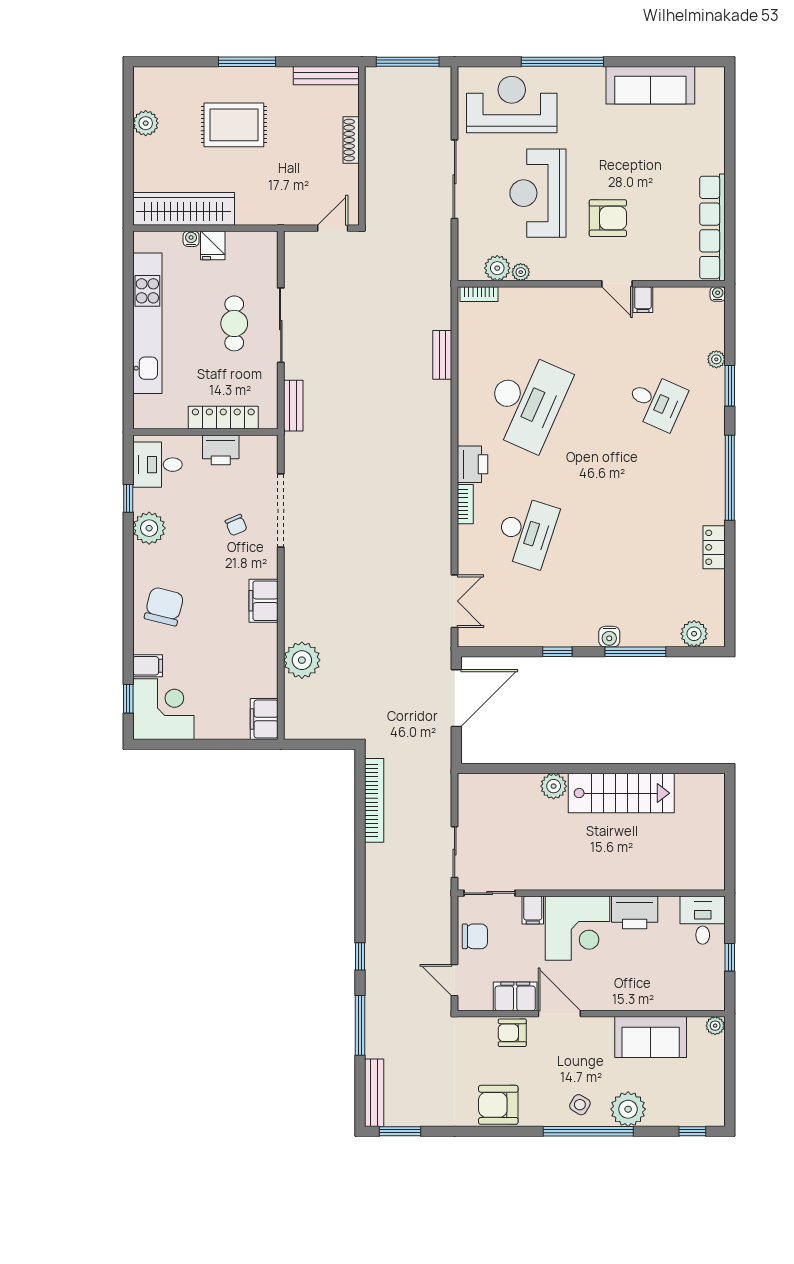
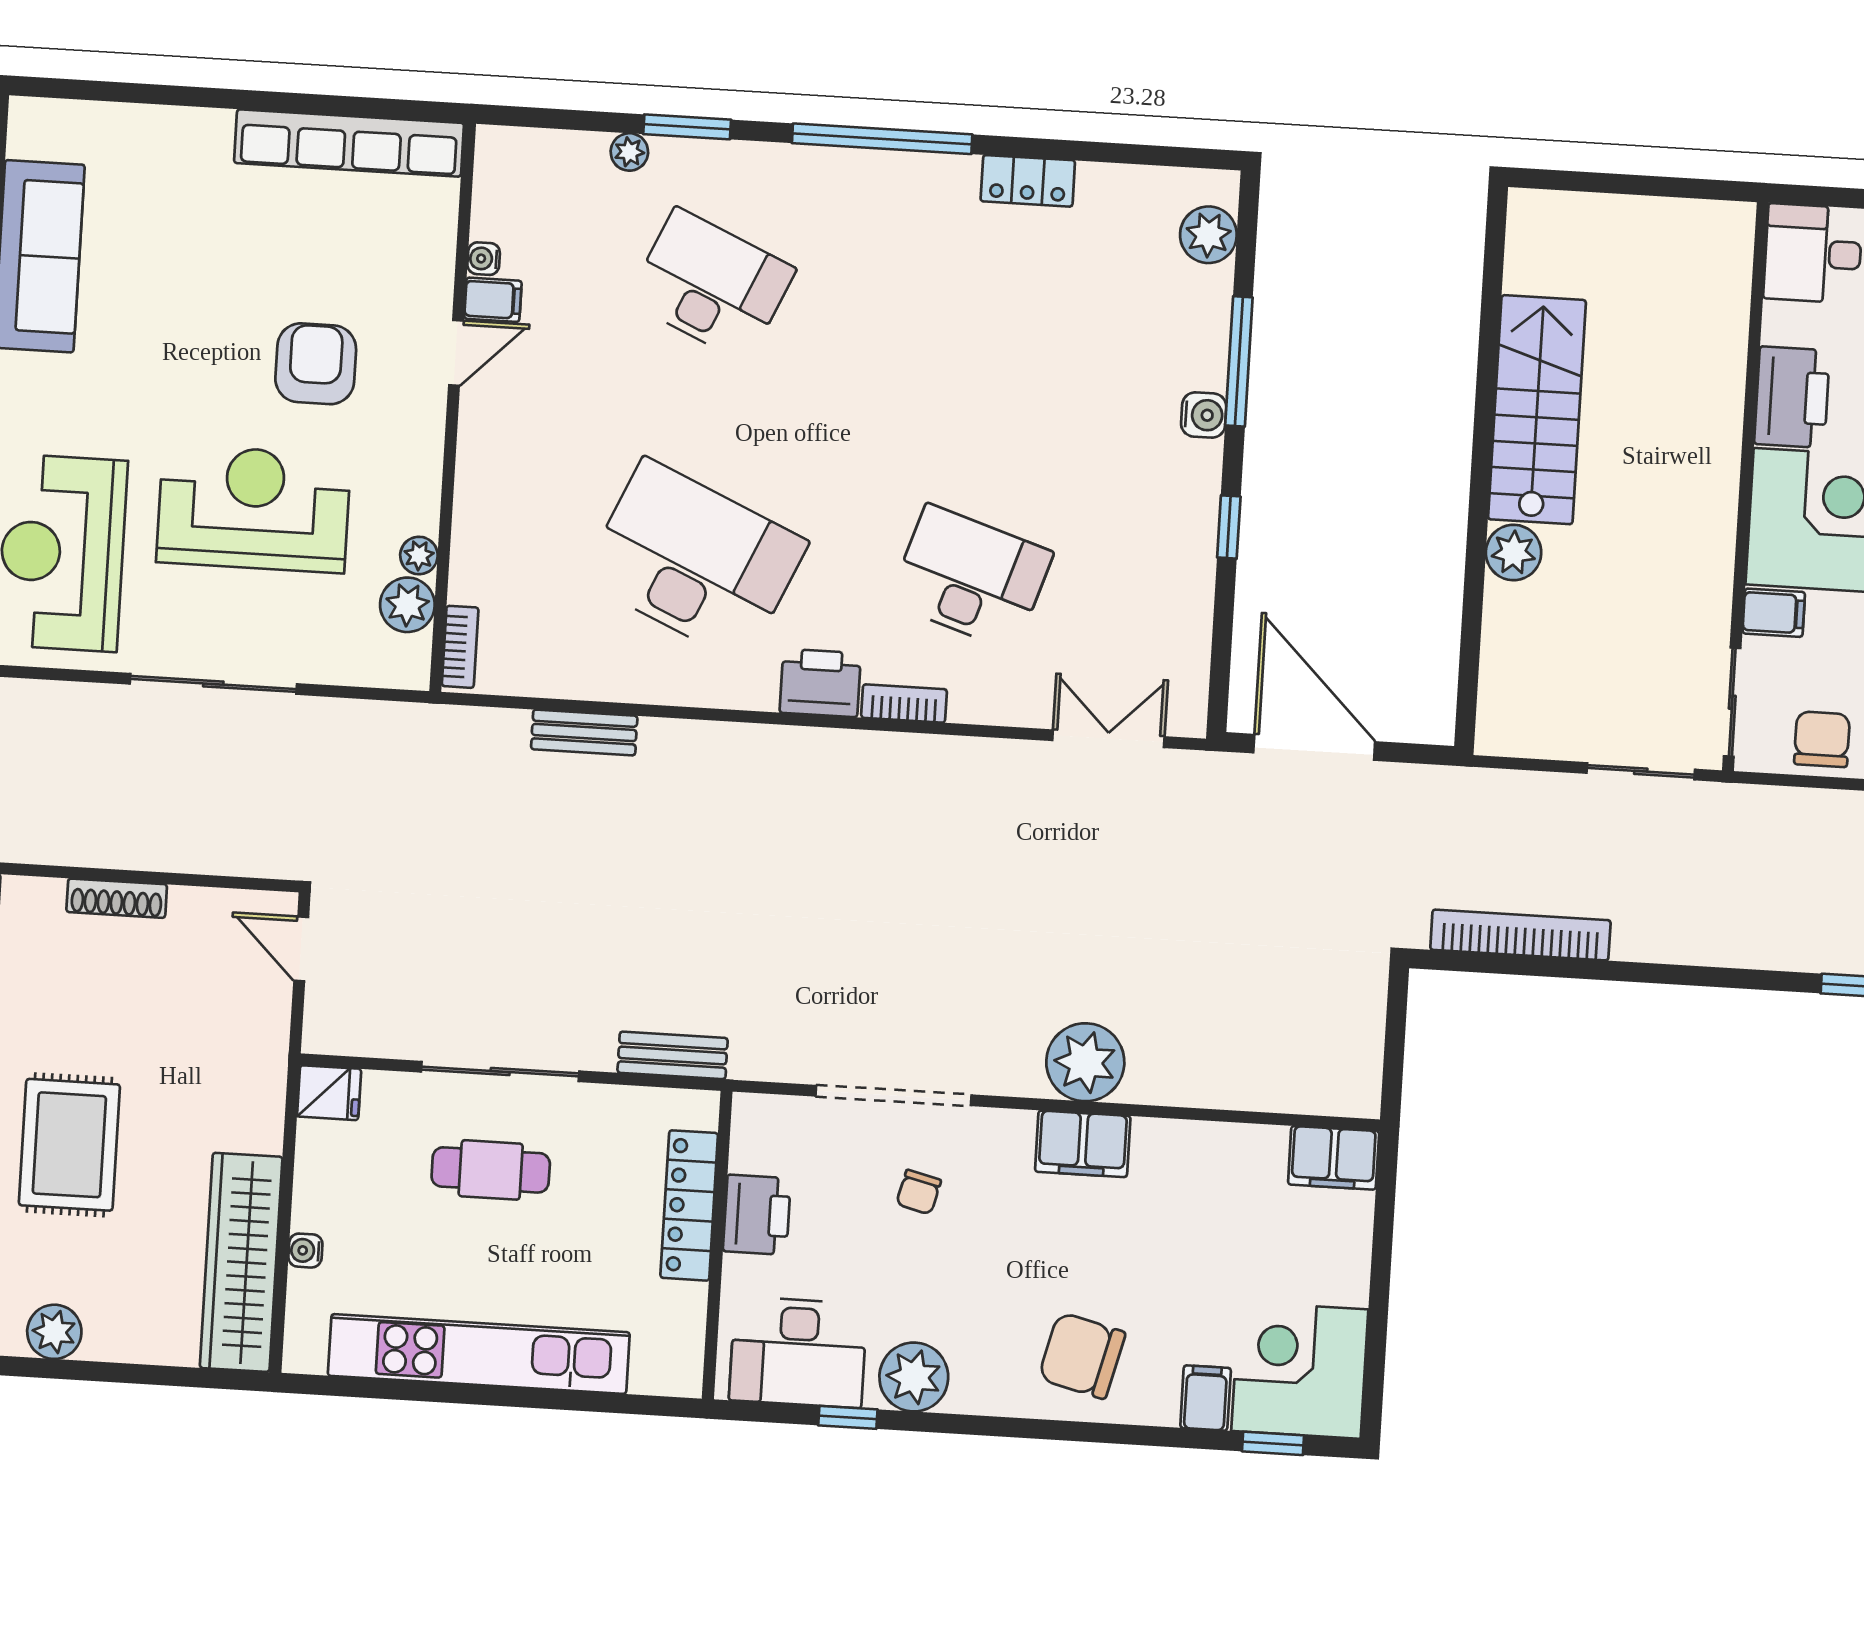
reception desk: (538, 193) -> (254, 509), turned 180
fridge: (213, 245) -> (329, 1093), moved
water cooler: (718, 294) -> (484, 259), moved
desk: (656, 402) -> (711, 285), width x1.37
desk: (157, 465) -> (798, 1352), width x1.37
chair: (236, 525) -> (919, 1192), turned 127
plant: (302, 660) -> (1085, 1062), moved

